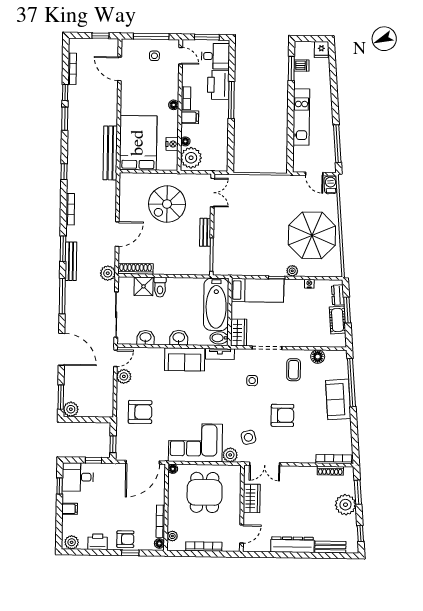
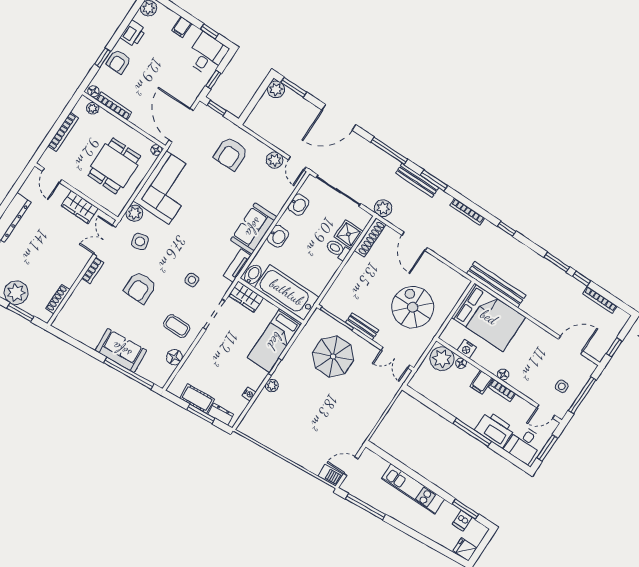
parasol: (312, 235) -> (333, 356), moved, width x0.73, depth x0.73
bookcase: (334, 459) -> (93, 270), moved, width x0.64
dining table: (205, 492) -> (114, 166), turned 90

